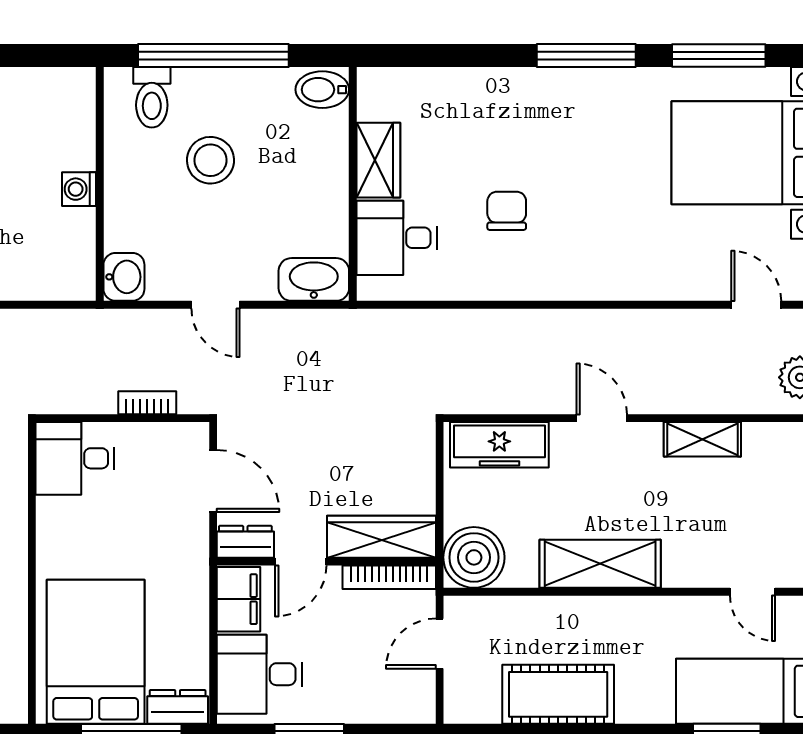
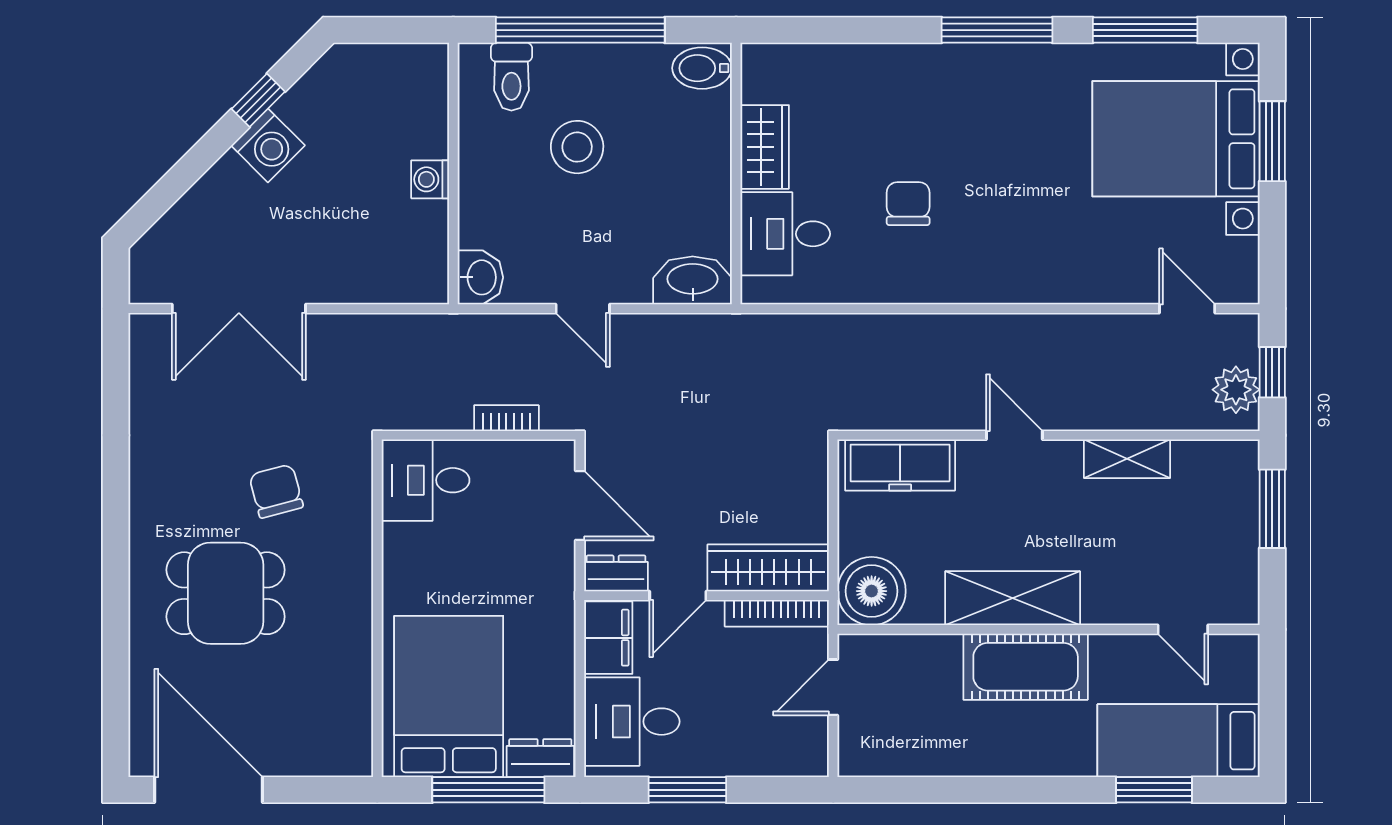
cot: (558, 694) -> (1026, 667), moved

